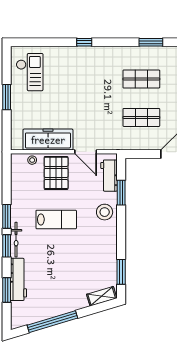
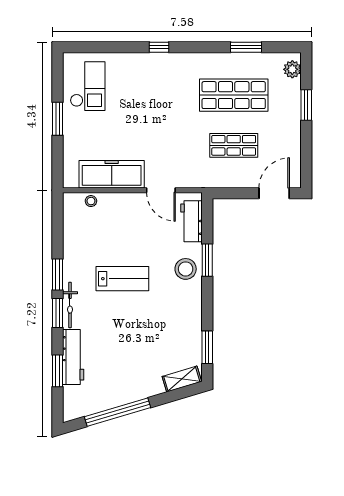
shop shelf: (141, 79) -> (234, 95), width x1.43, depth x1.36
pallet: (56, 173) -> (122, 218), removed
window: (121, 193) -> (207, 260), moved

